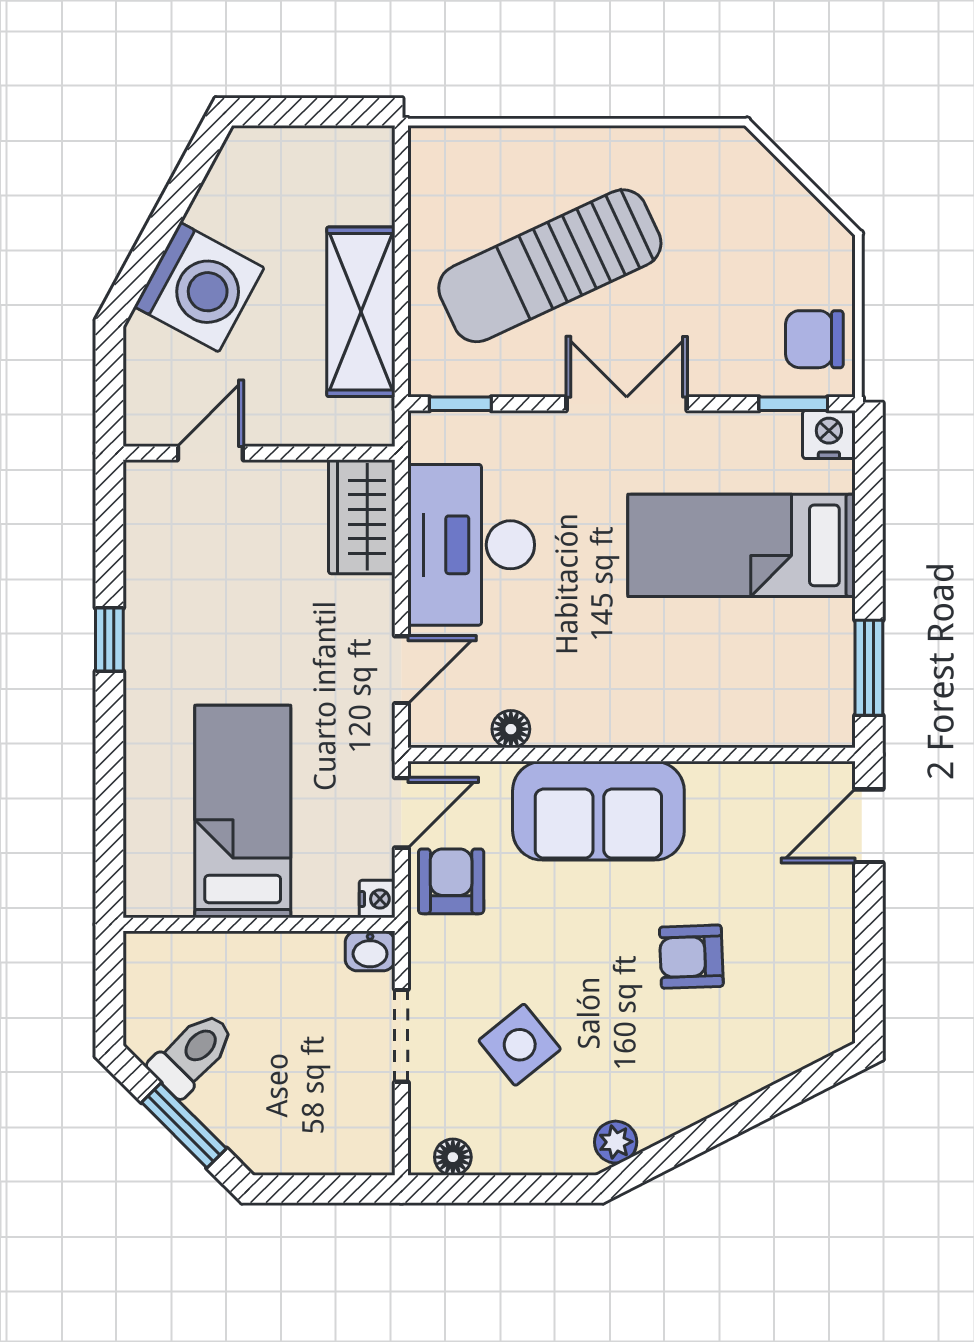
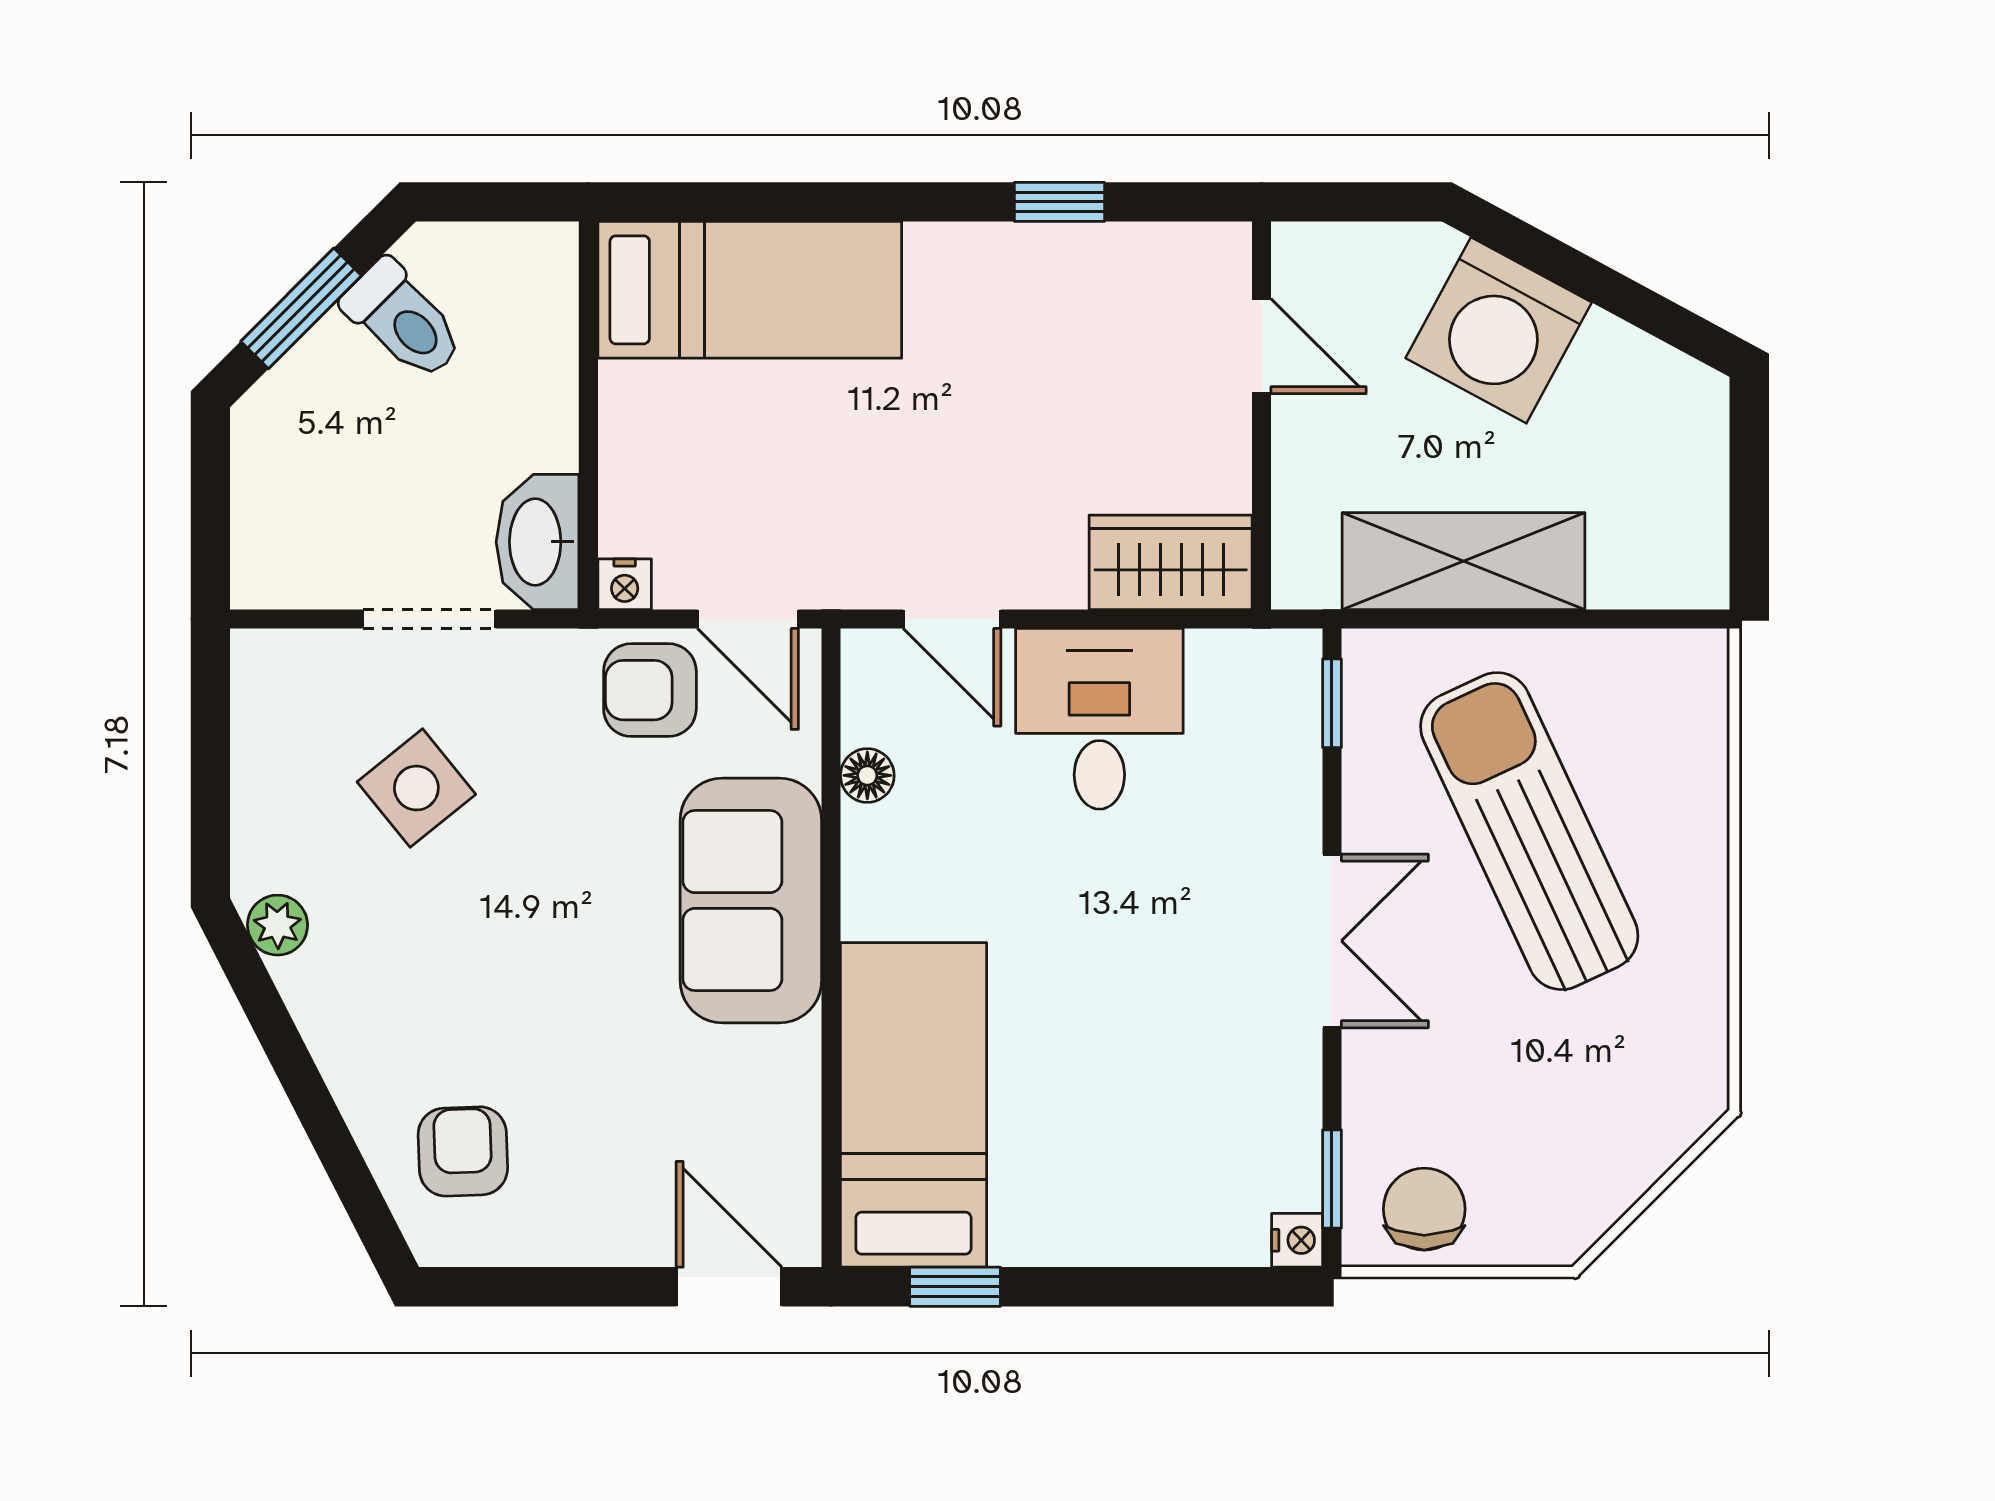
nightstand: (829, 434) -> (1297, 1240), width x0.72, depth x0.74
desk: (471, 545) -> (1099, 719), width x0.73
bed: (741, 545) -> (913, 1105), moved
window: (109, 640) -> (1060, 202), moved
window: (869, 668) -> (955, 1287), width x0.67
bed: (243, 811) -> (750, 290), moved
armchair: (451, 881) -> (650, 690), turned 180
washbasin: (370, 951) -> (538, 542), width x1.91, depth x1.45
armchair: (691, 957) -> (463, 1151), moved
floor lamp: (453, 1157) -> (256, 693), removed

